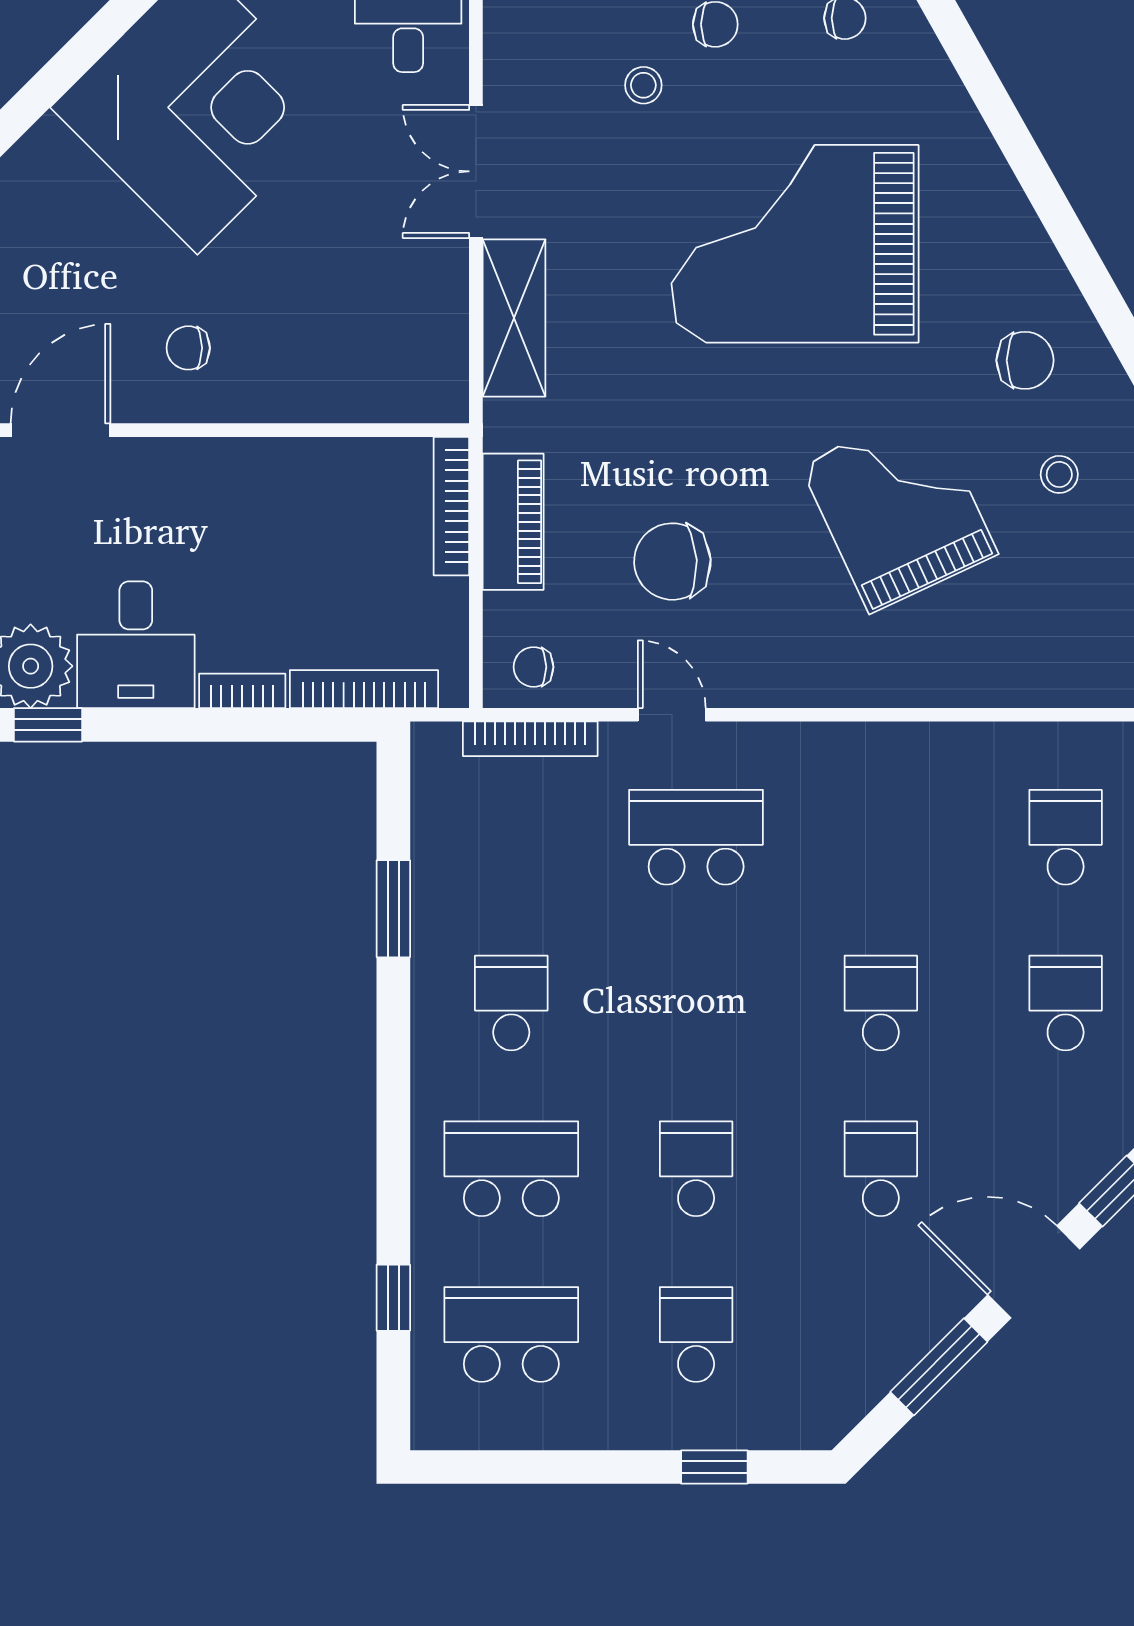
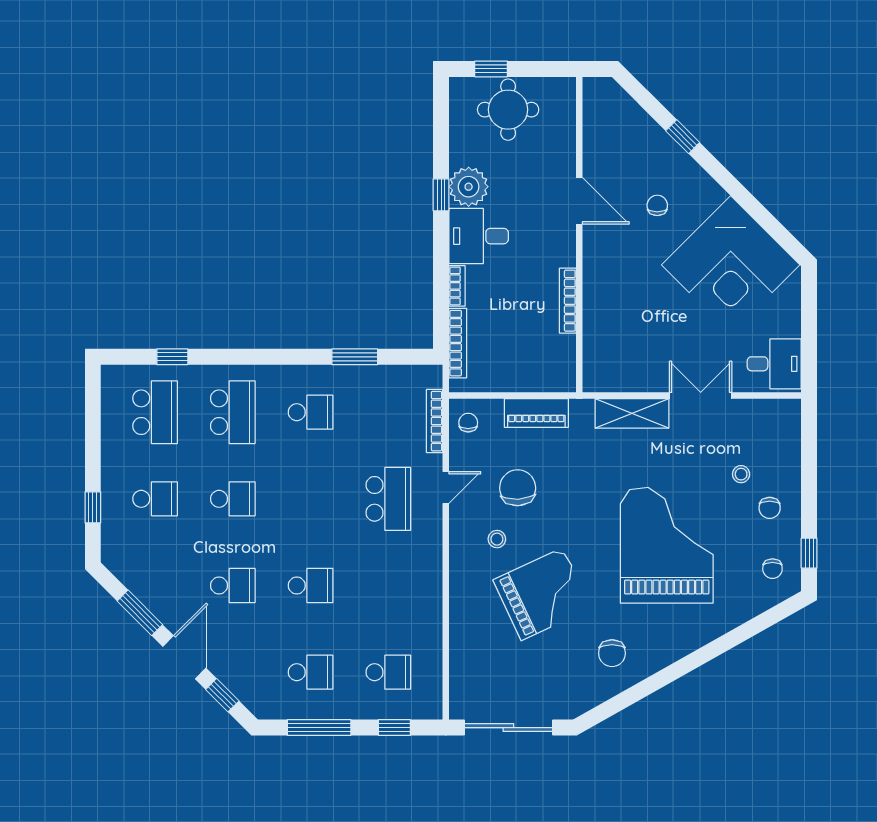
chair: (188, 348) -> (657, 205), moved
stool: (1059, 474) -> (497, 539), moved
bookcase: (451, 506) -> (568, 301), moved, turned -90

